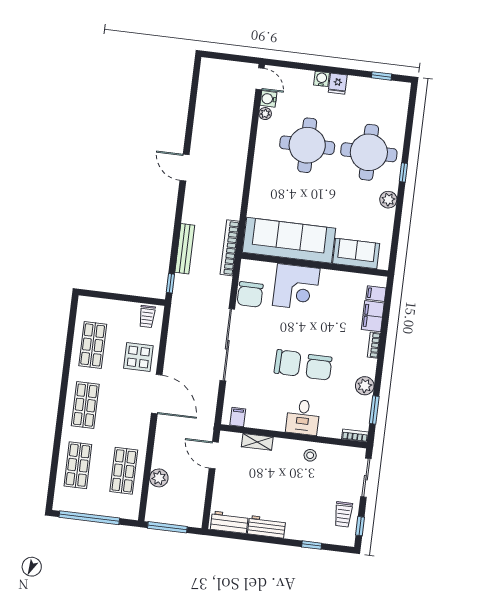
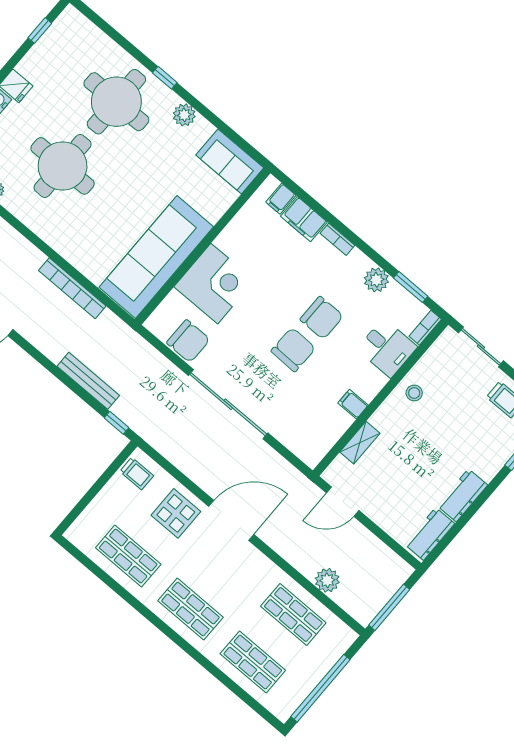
bookcase: (230, 248) -> (72, 288), moved
sofa: (356, 254) -> (230, 161), moved, turned -90
filing cabinet: (238, 417) -> (353, 404), moved
desk: (303, 417) -> (387, 348), moved

